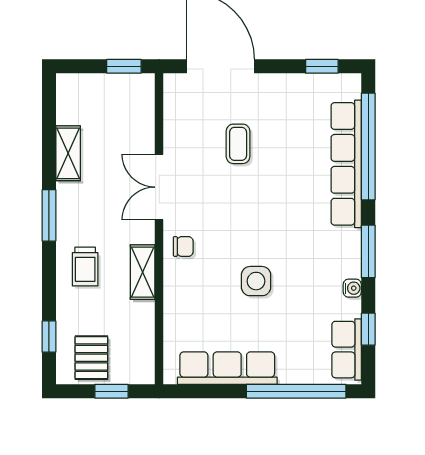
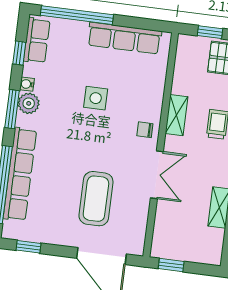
coffee table: (238, 144) -> (96, 199), width x1.86, depth x1.72
plant: (347, 262) -> (29, 103), added

